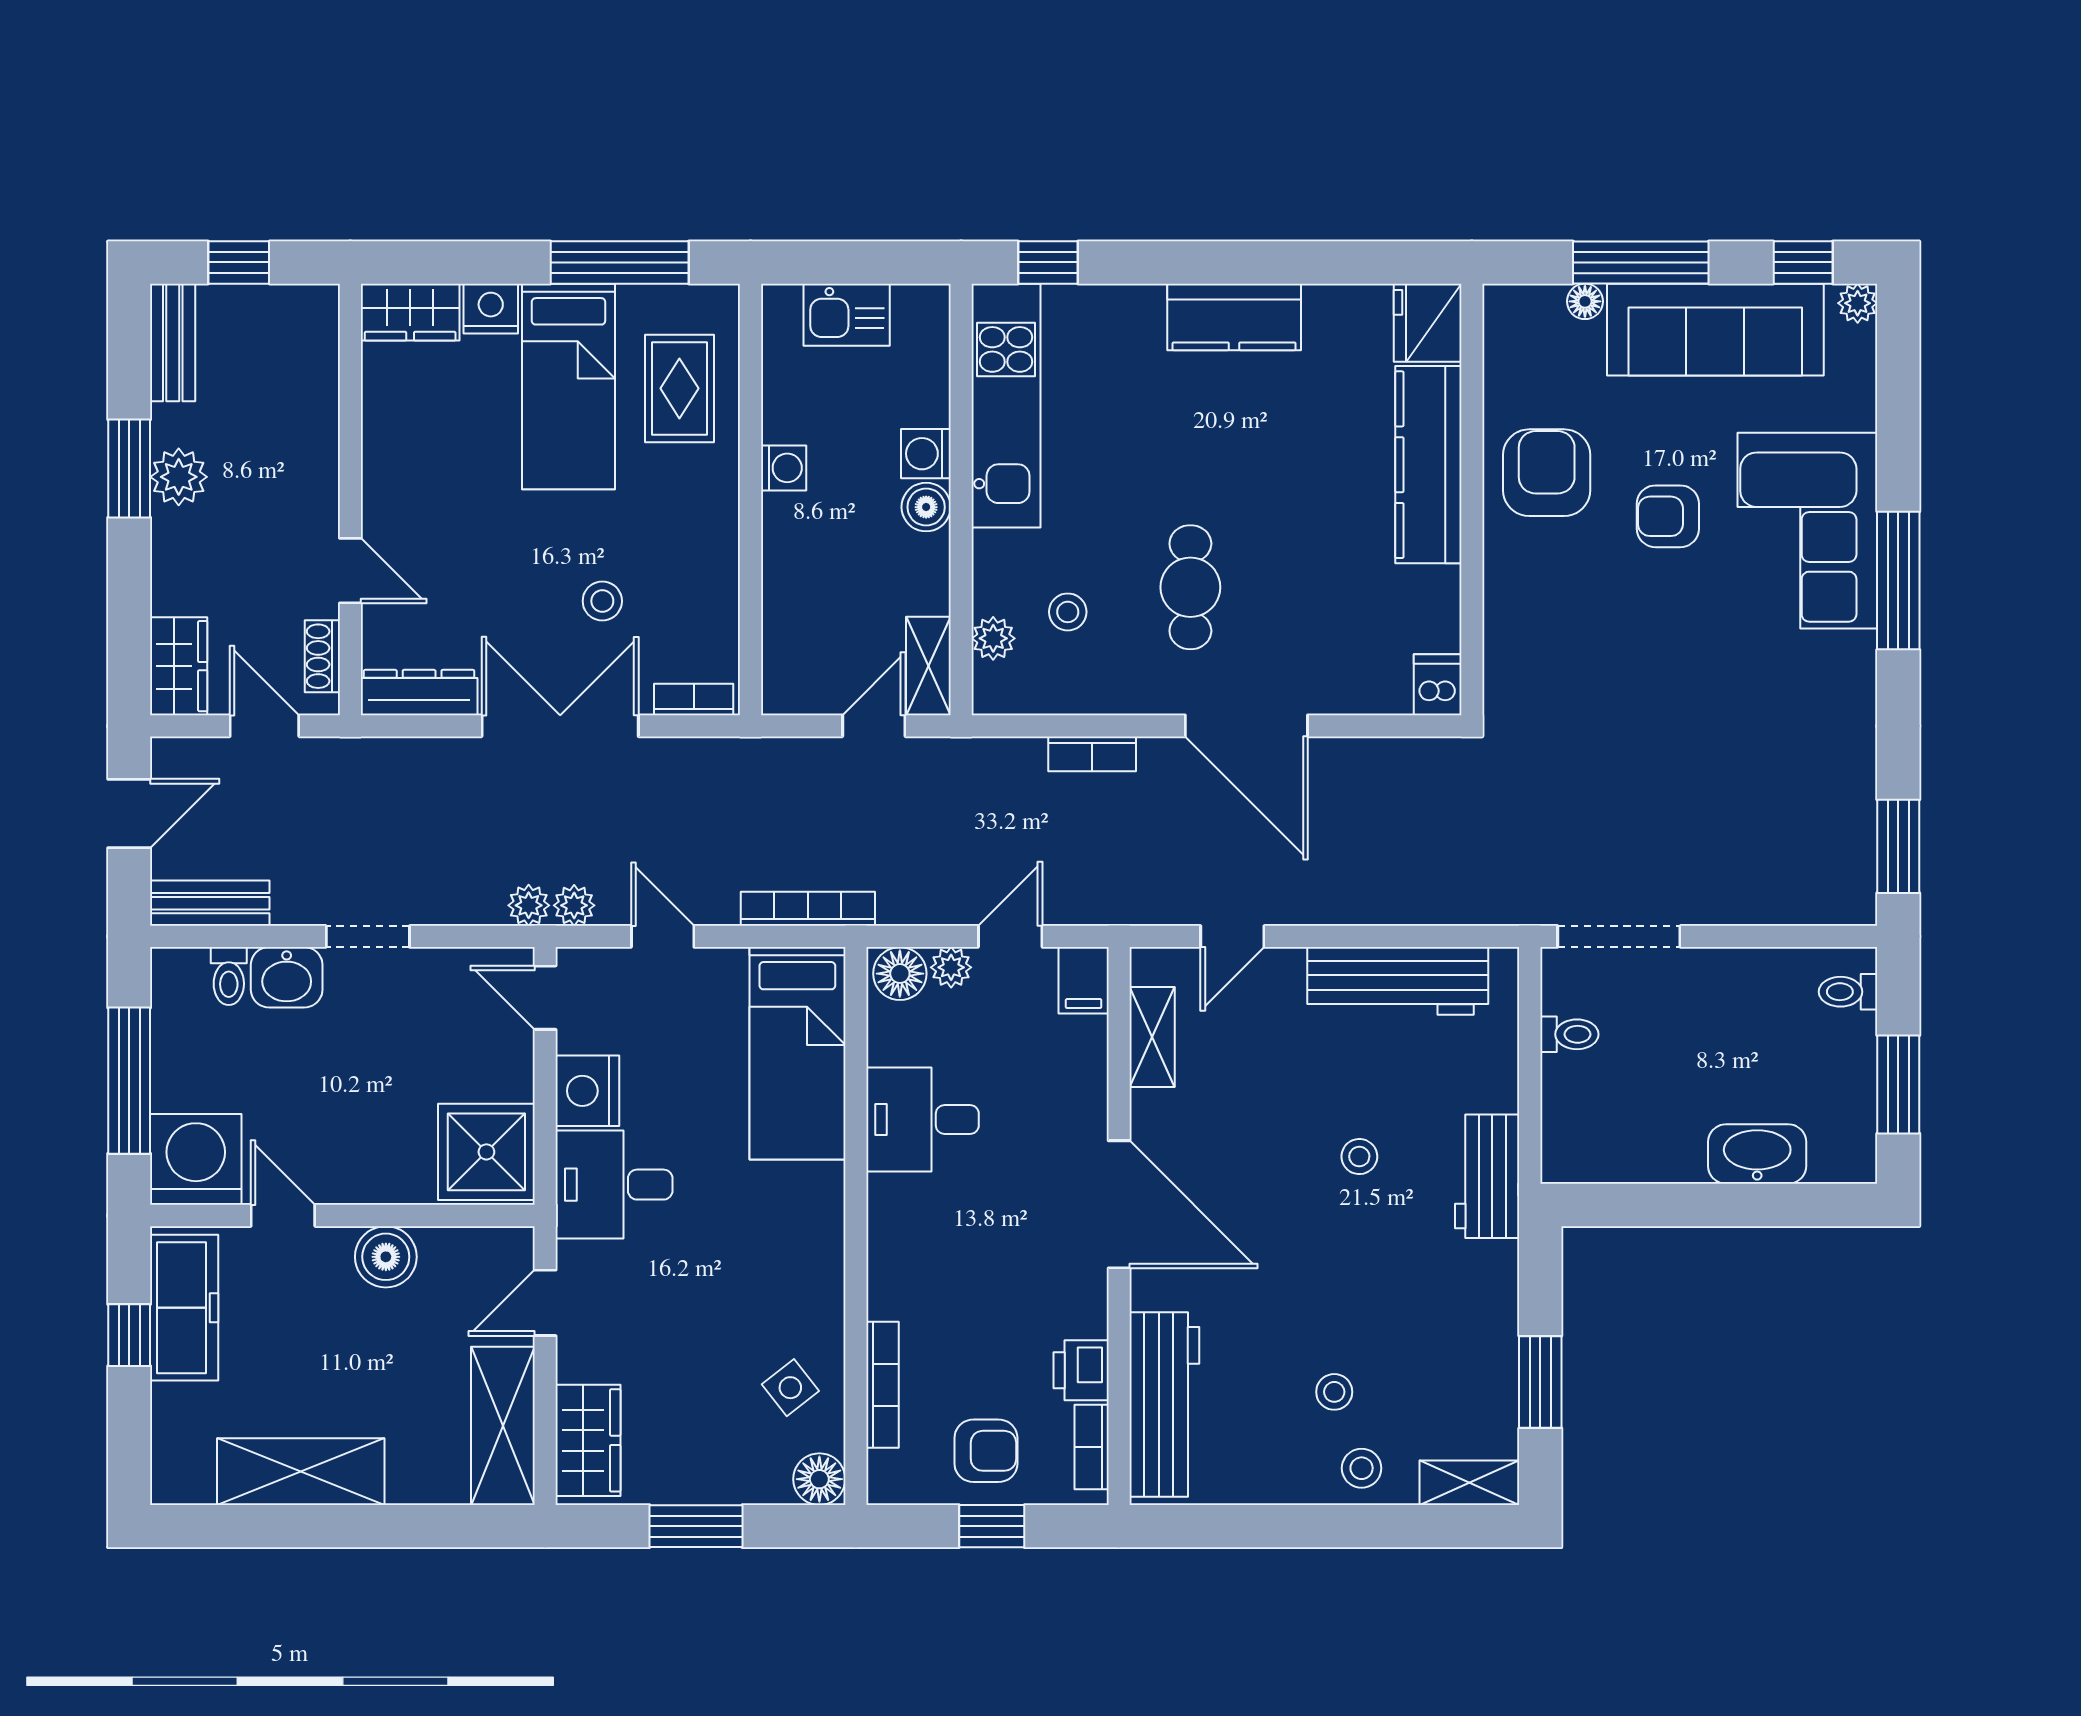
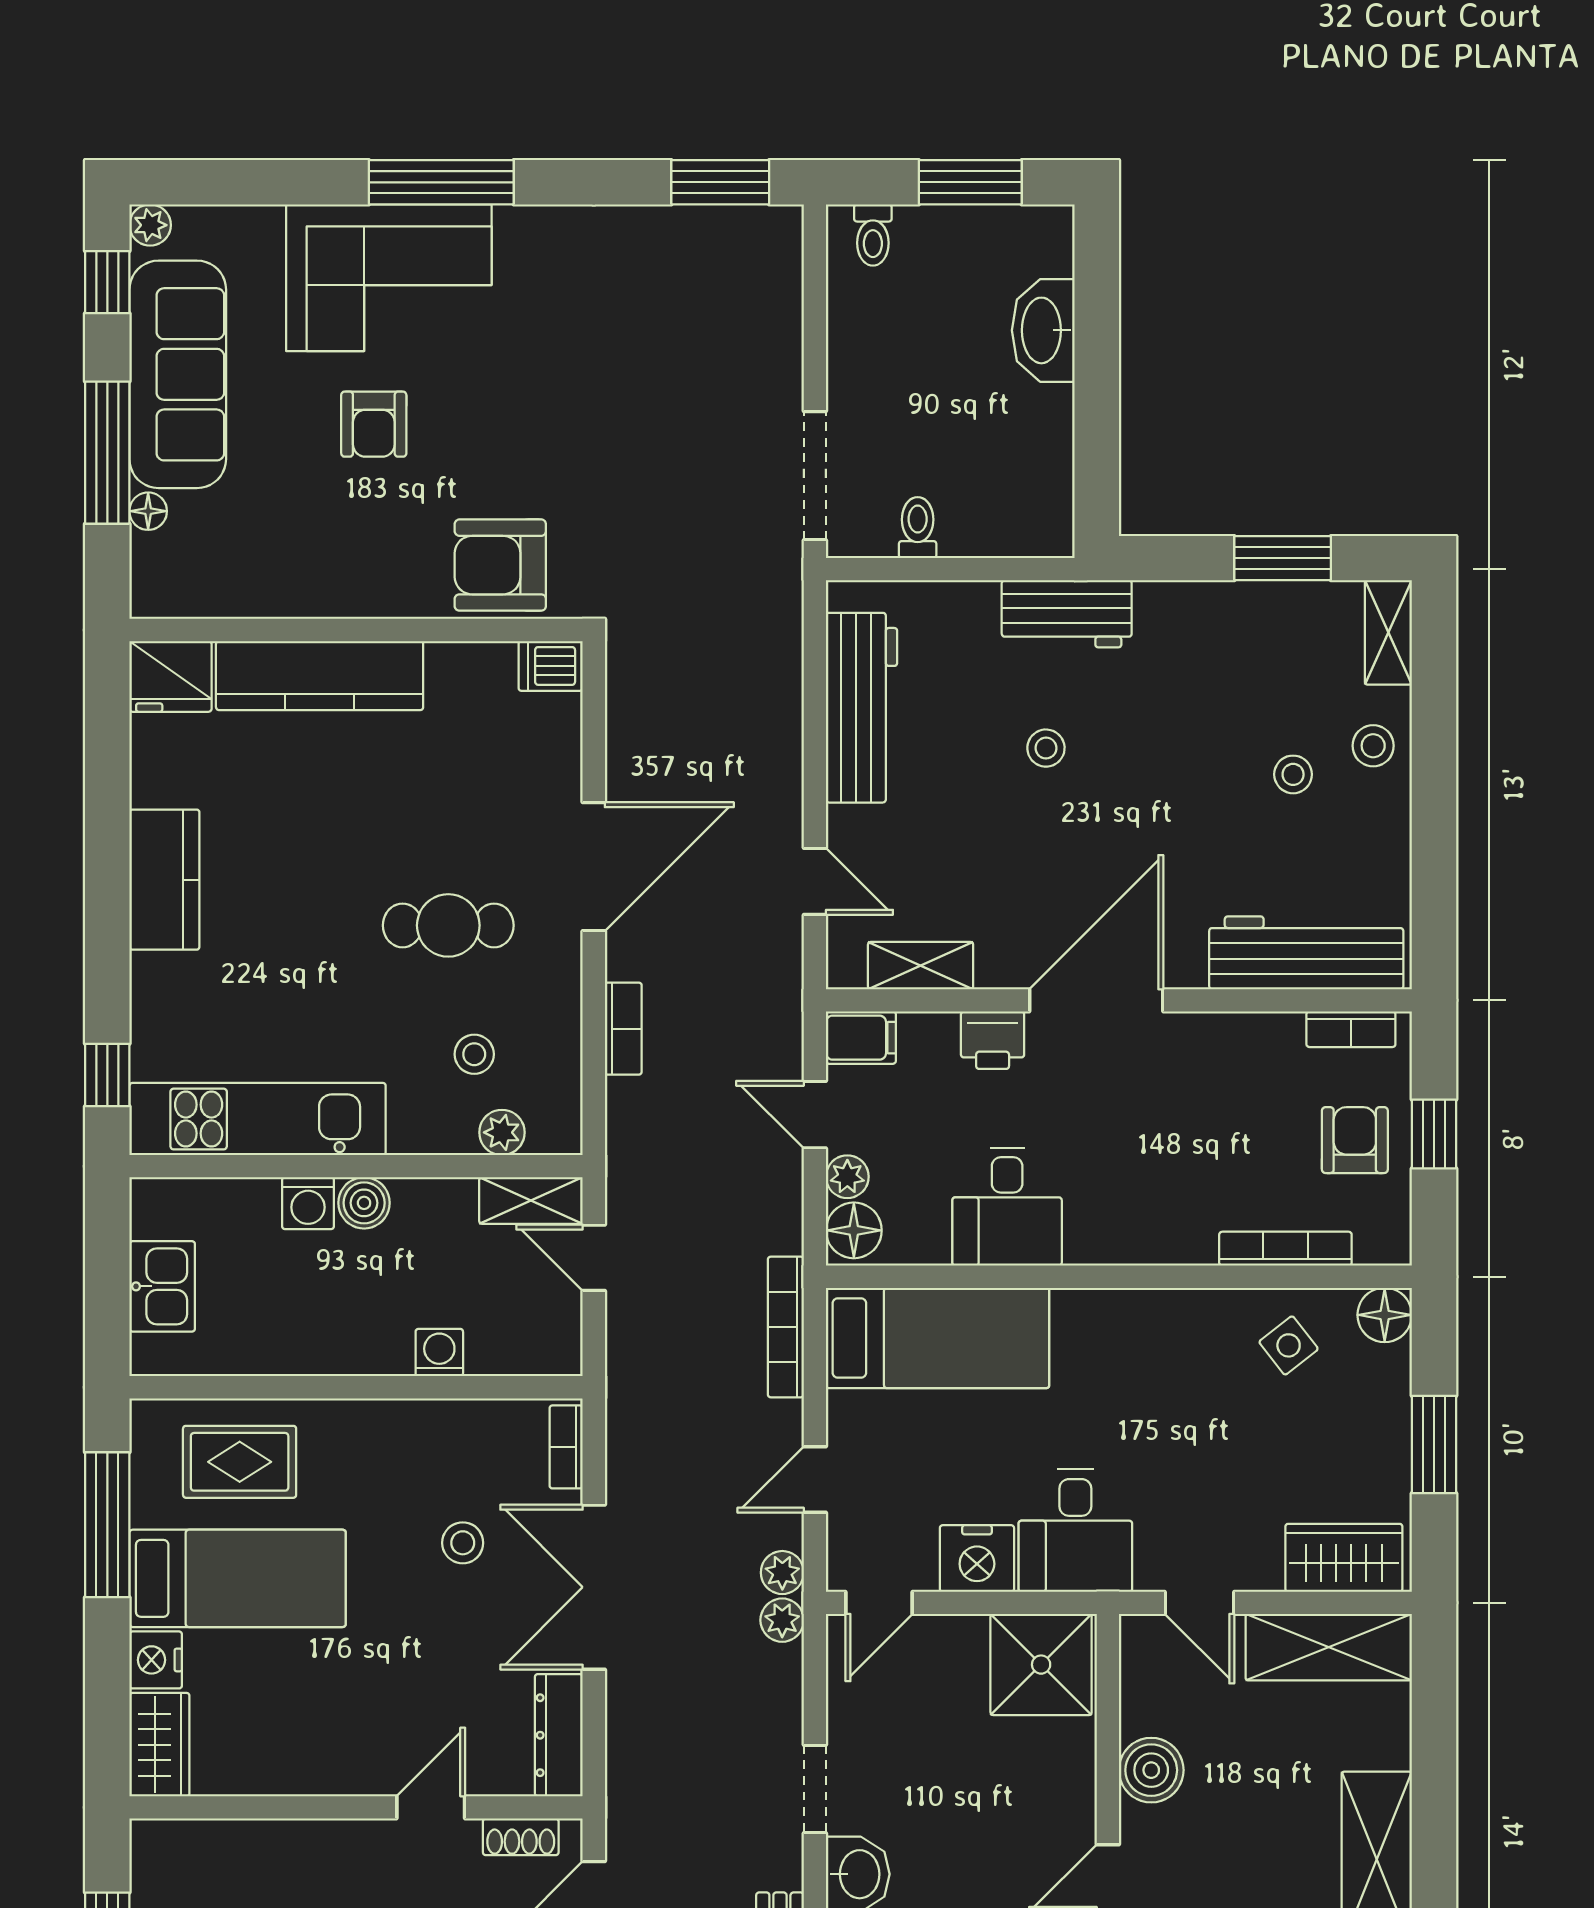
washing machine: (784, 468) -> (439, 1352), moved
armchair: (1547, 473) -> (500, 565), moved
printer: (1081, 1370) -> (993, 1040), moved

